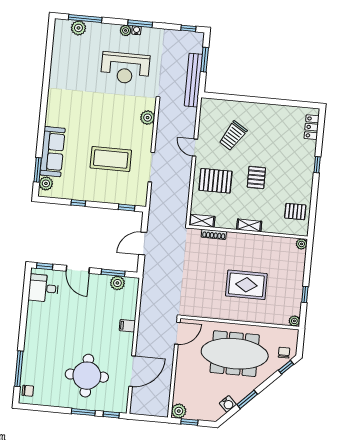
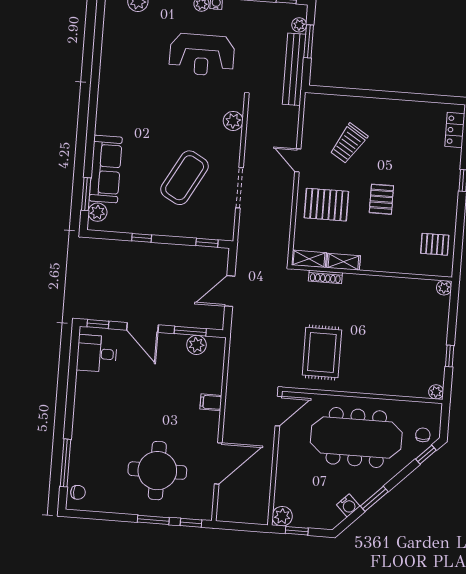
plant: (198, 47) -> (299, 25), added
coffee table: (111, 159) -> (185, 178), turned -61
shelving: (249, 225) -> (343, 262), moved
rug: (246, 285) -> (322, 353), moved, turned 90

